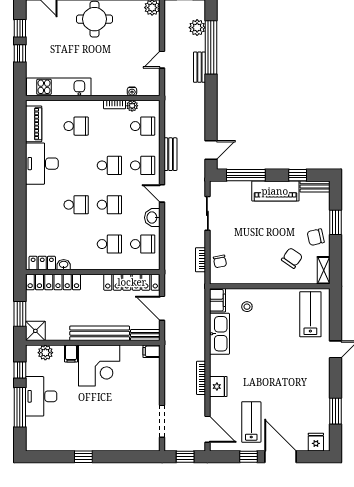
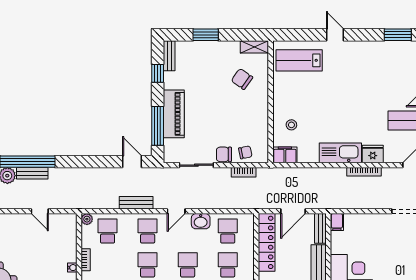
bench: (199, 67) -> (32, 173), moved
water cooler: (132, 91) -> (72, 268), moved
plant: (132, 106) -> (87, 219), moved
piano: (275, 191) -> (174, 114), moved
chair: (316, 237) -> (224, 154), moved, turned 103
kitchen sink: (219, 334) -> (340, 153), moved

